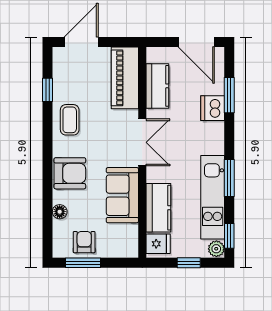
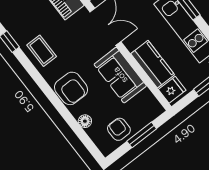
armchair: (70, 173) -> (71, 88), turned 90
window: (83, 263) -> (142, 135), moved

